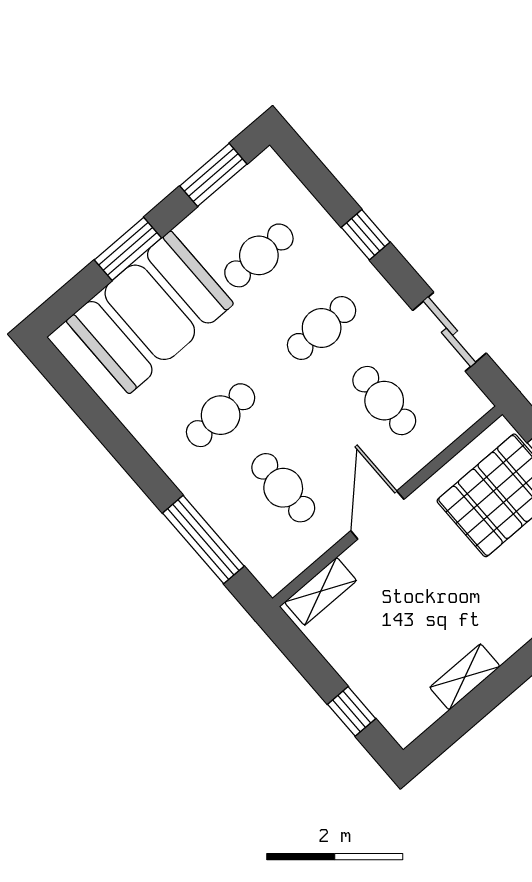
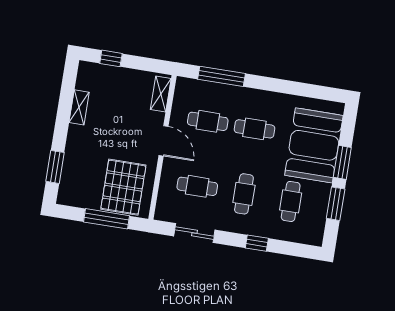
window: (213, 175) -> (336, 204), moved
cafe table: (221, 415) -> (254, 129), turned 90

